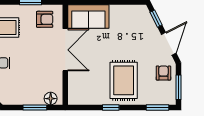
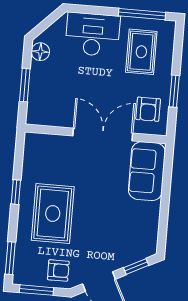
double door: (65, 50) -> (103, 134), swing flipped
rug: (124, 80) -> (53, 214), turned 90
floor lamp: (51, 99) -> (40, 52), moved

